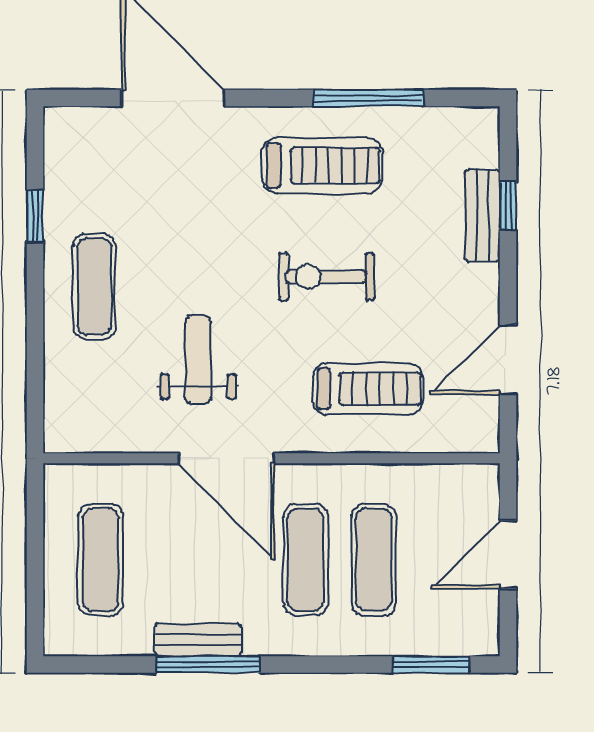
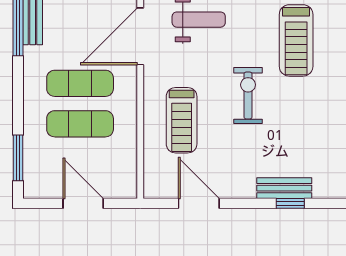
treadmill: (322, 166) -> (296, 40), moved

